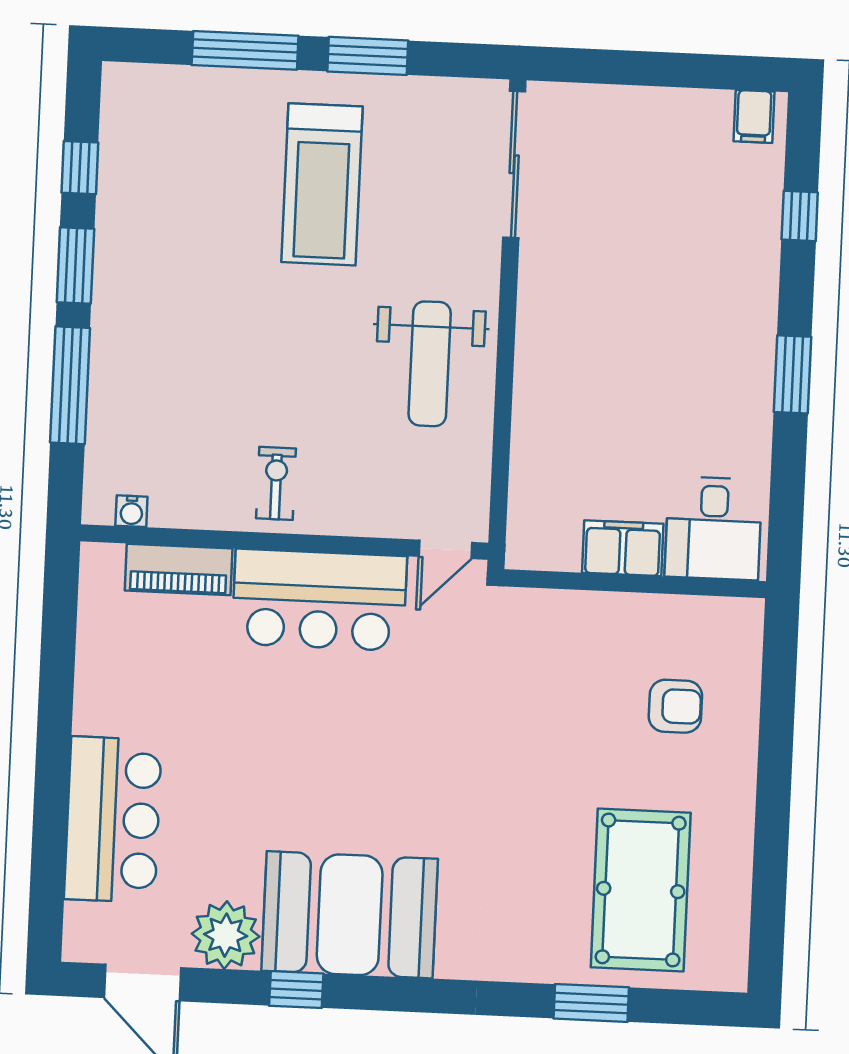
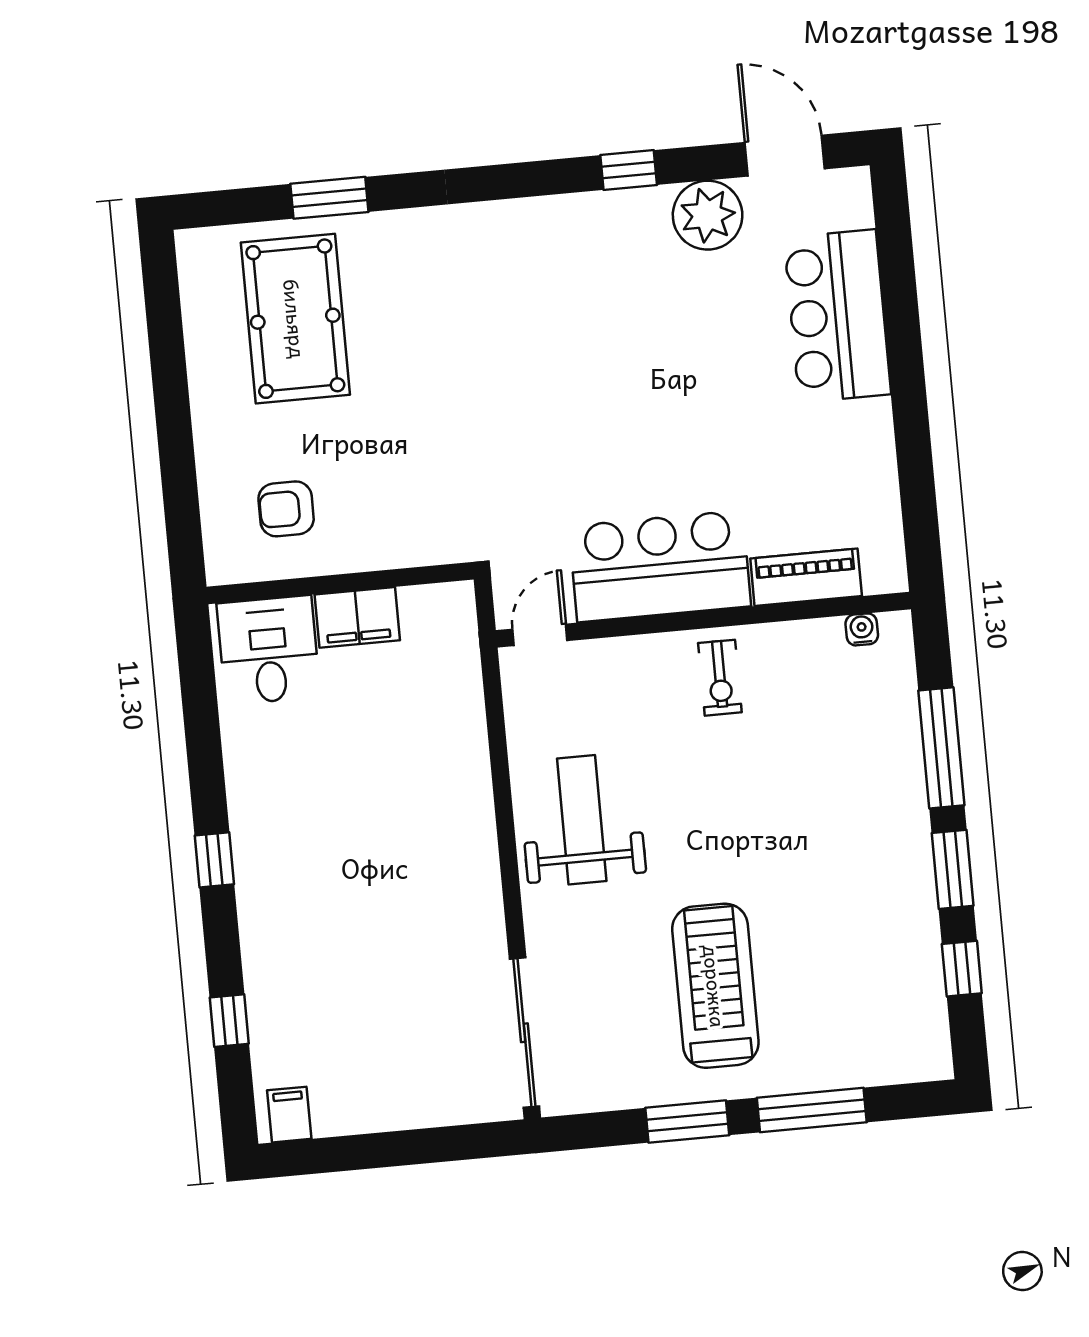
window: (793, 374) -> (214, 860), width x0.67
desk: (713, 528) -> (269, 650), moved
filing cabinet: (623, 548) -> (357, 617), moved
wall: (635, 584) -> (340, 583), moved
booth: (350, 915) -> (585, 253), removed

